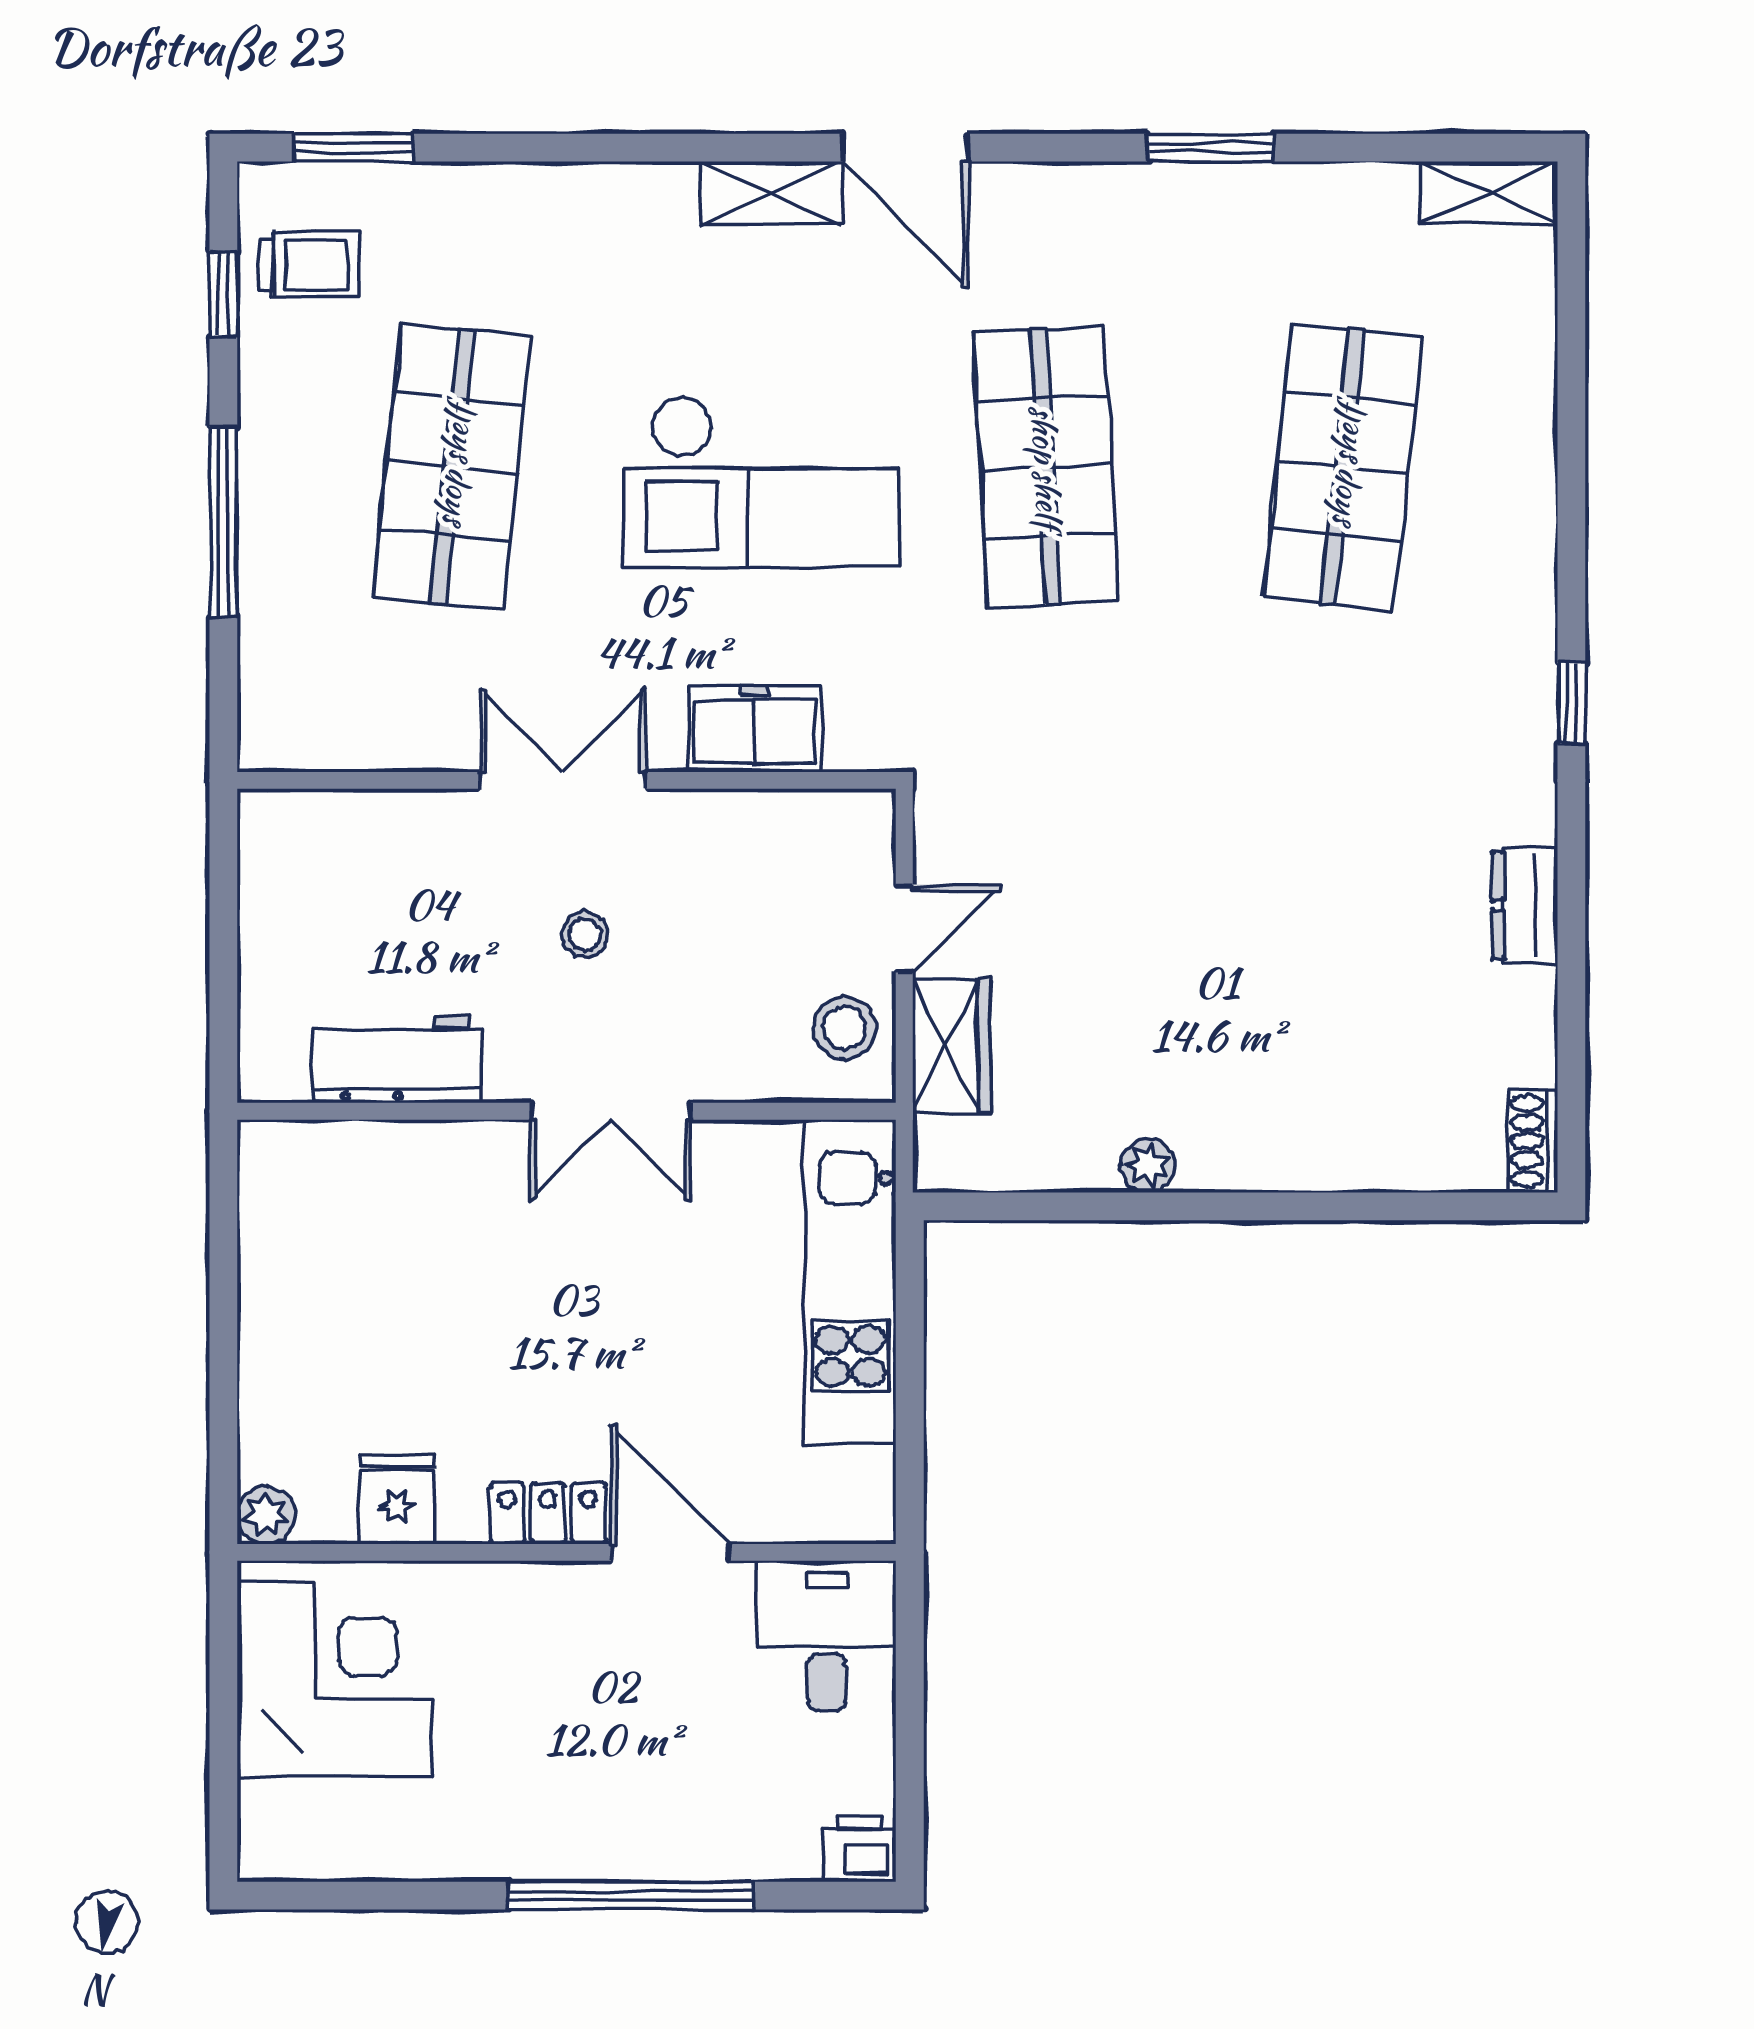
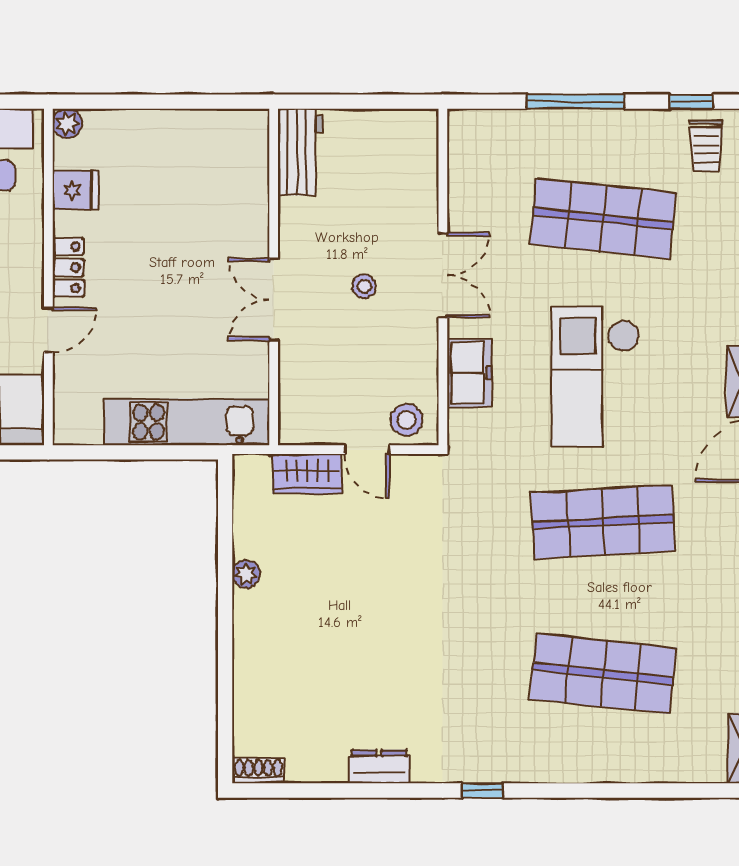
stool: (844, 1028) -> (407, 420), moved
workbench: (397, 1059) -> (300, 152), moved
door: (670, 1552) -> (48, 330), width x0.73

